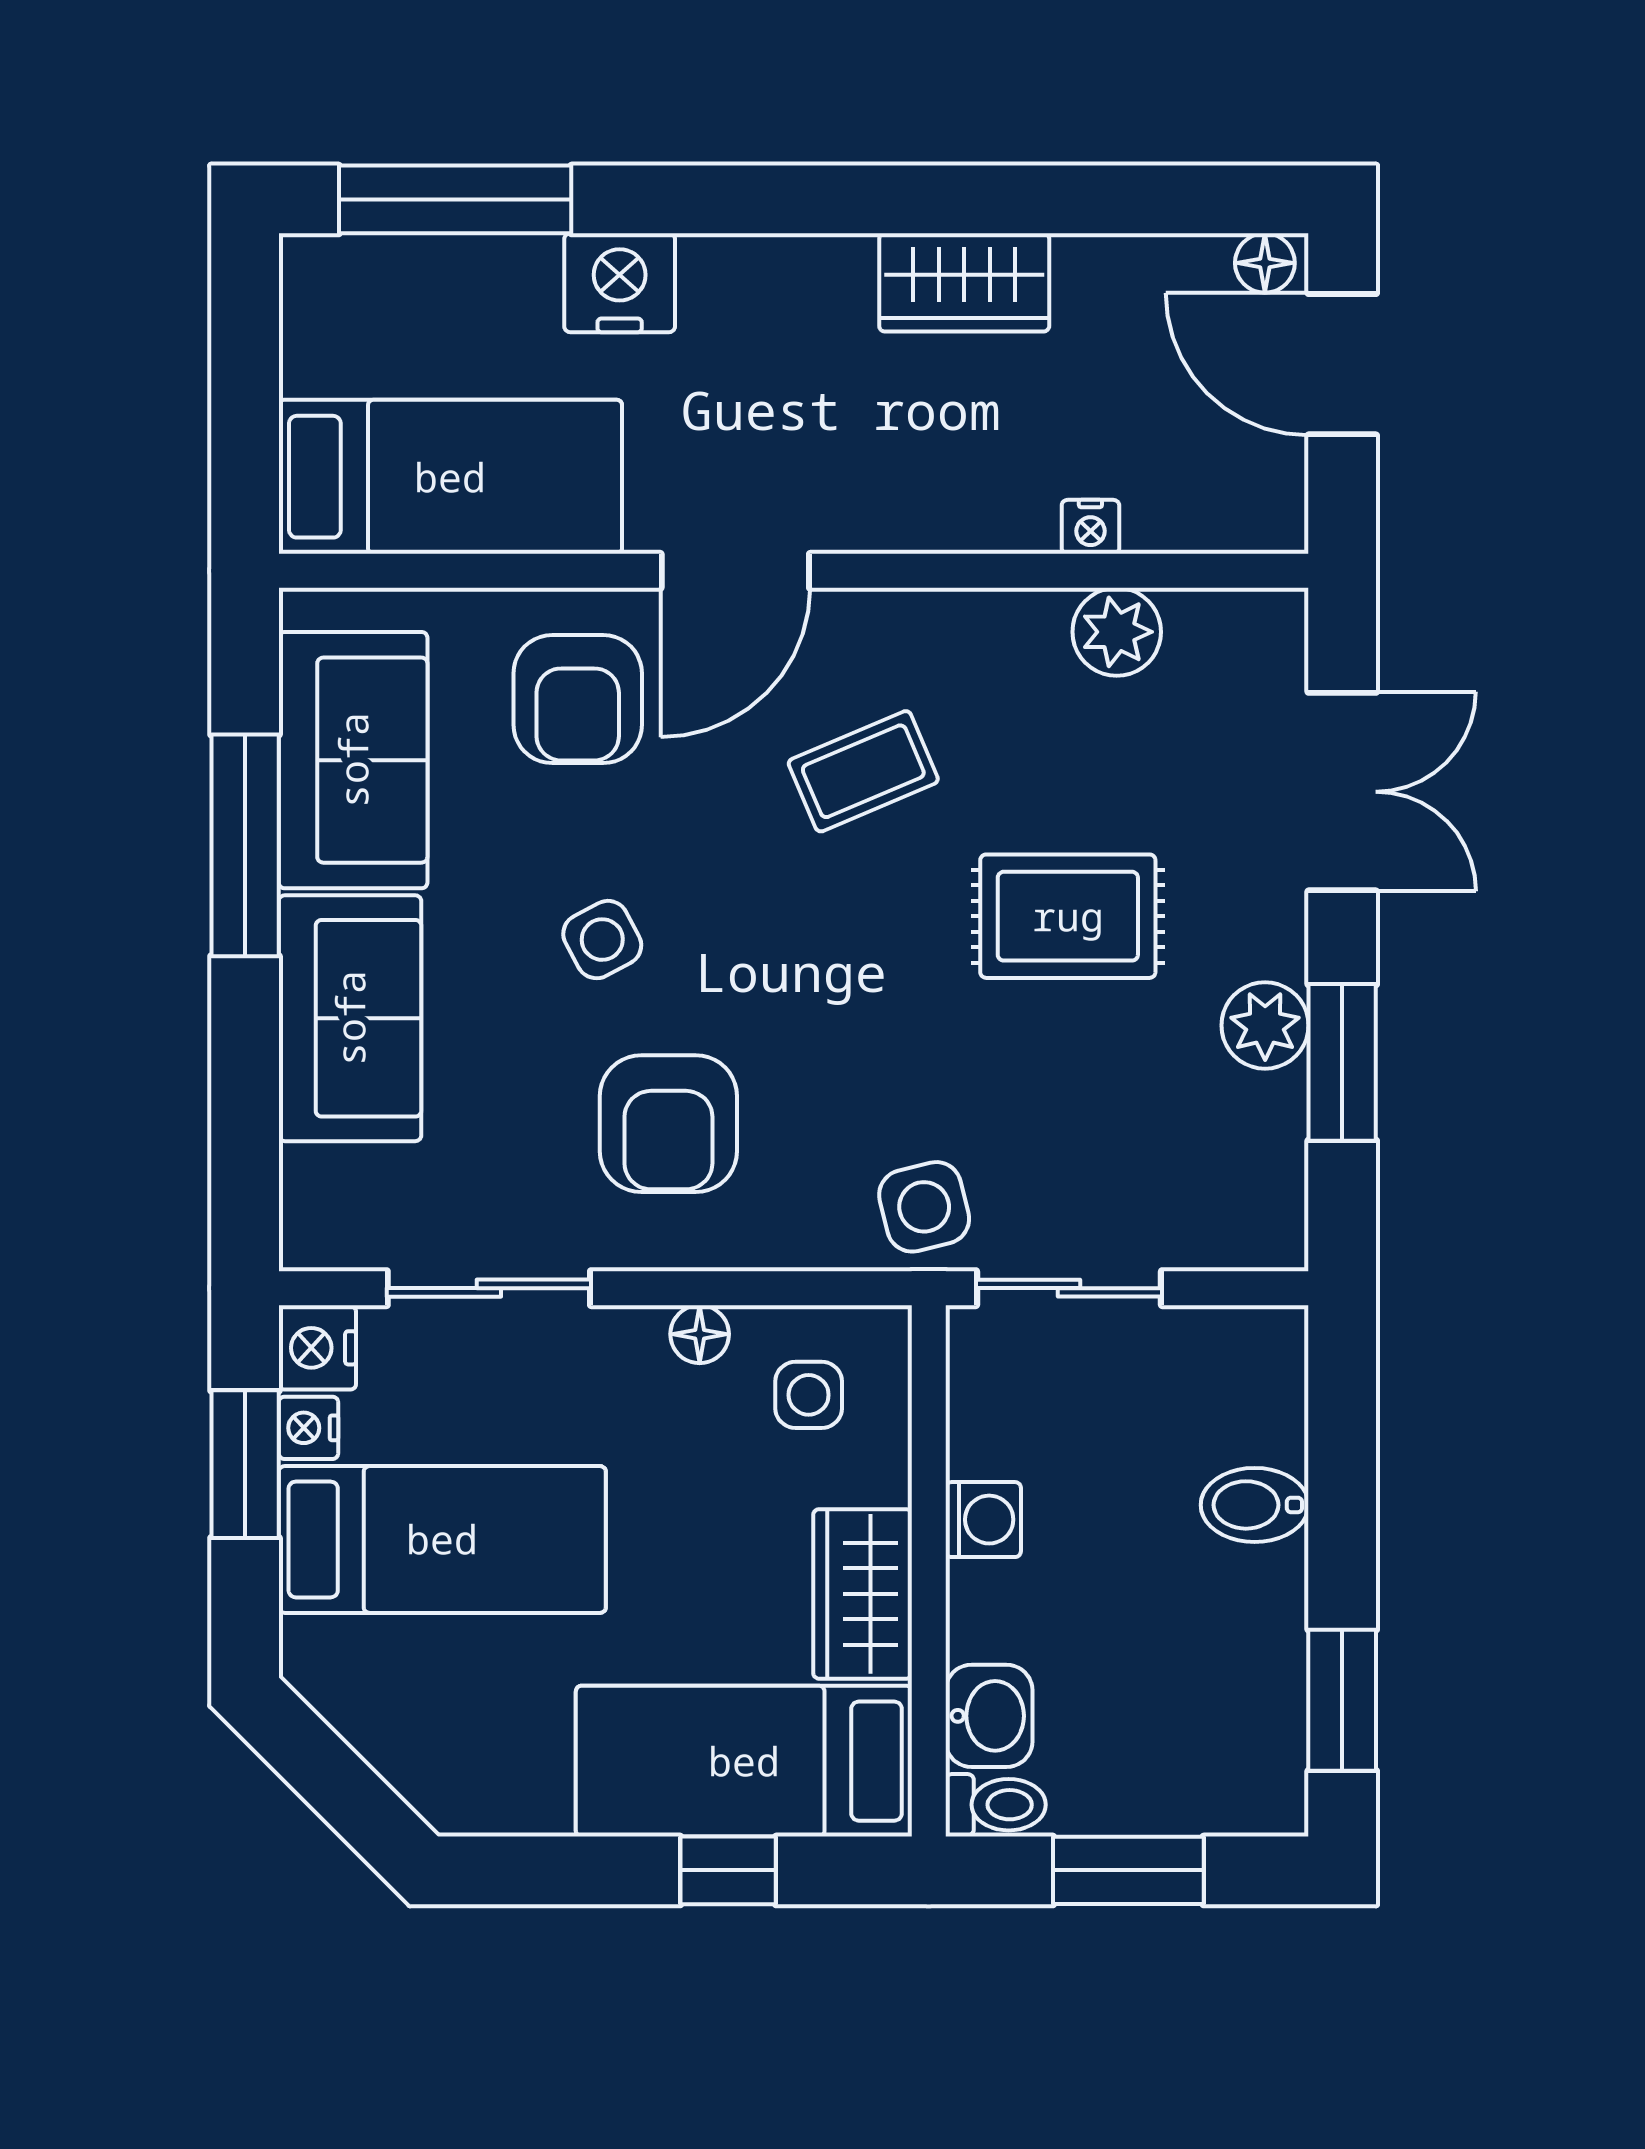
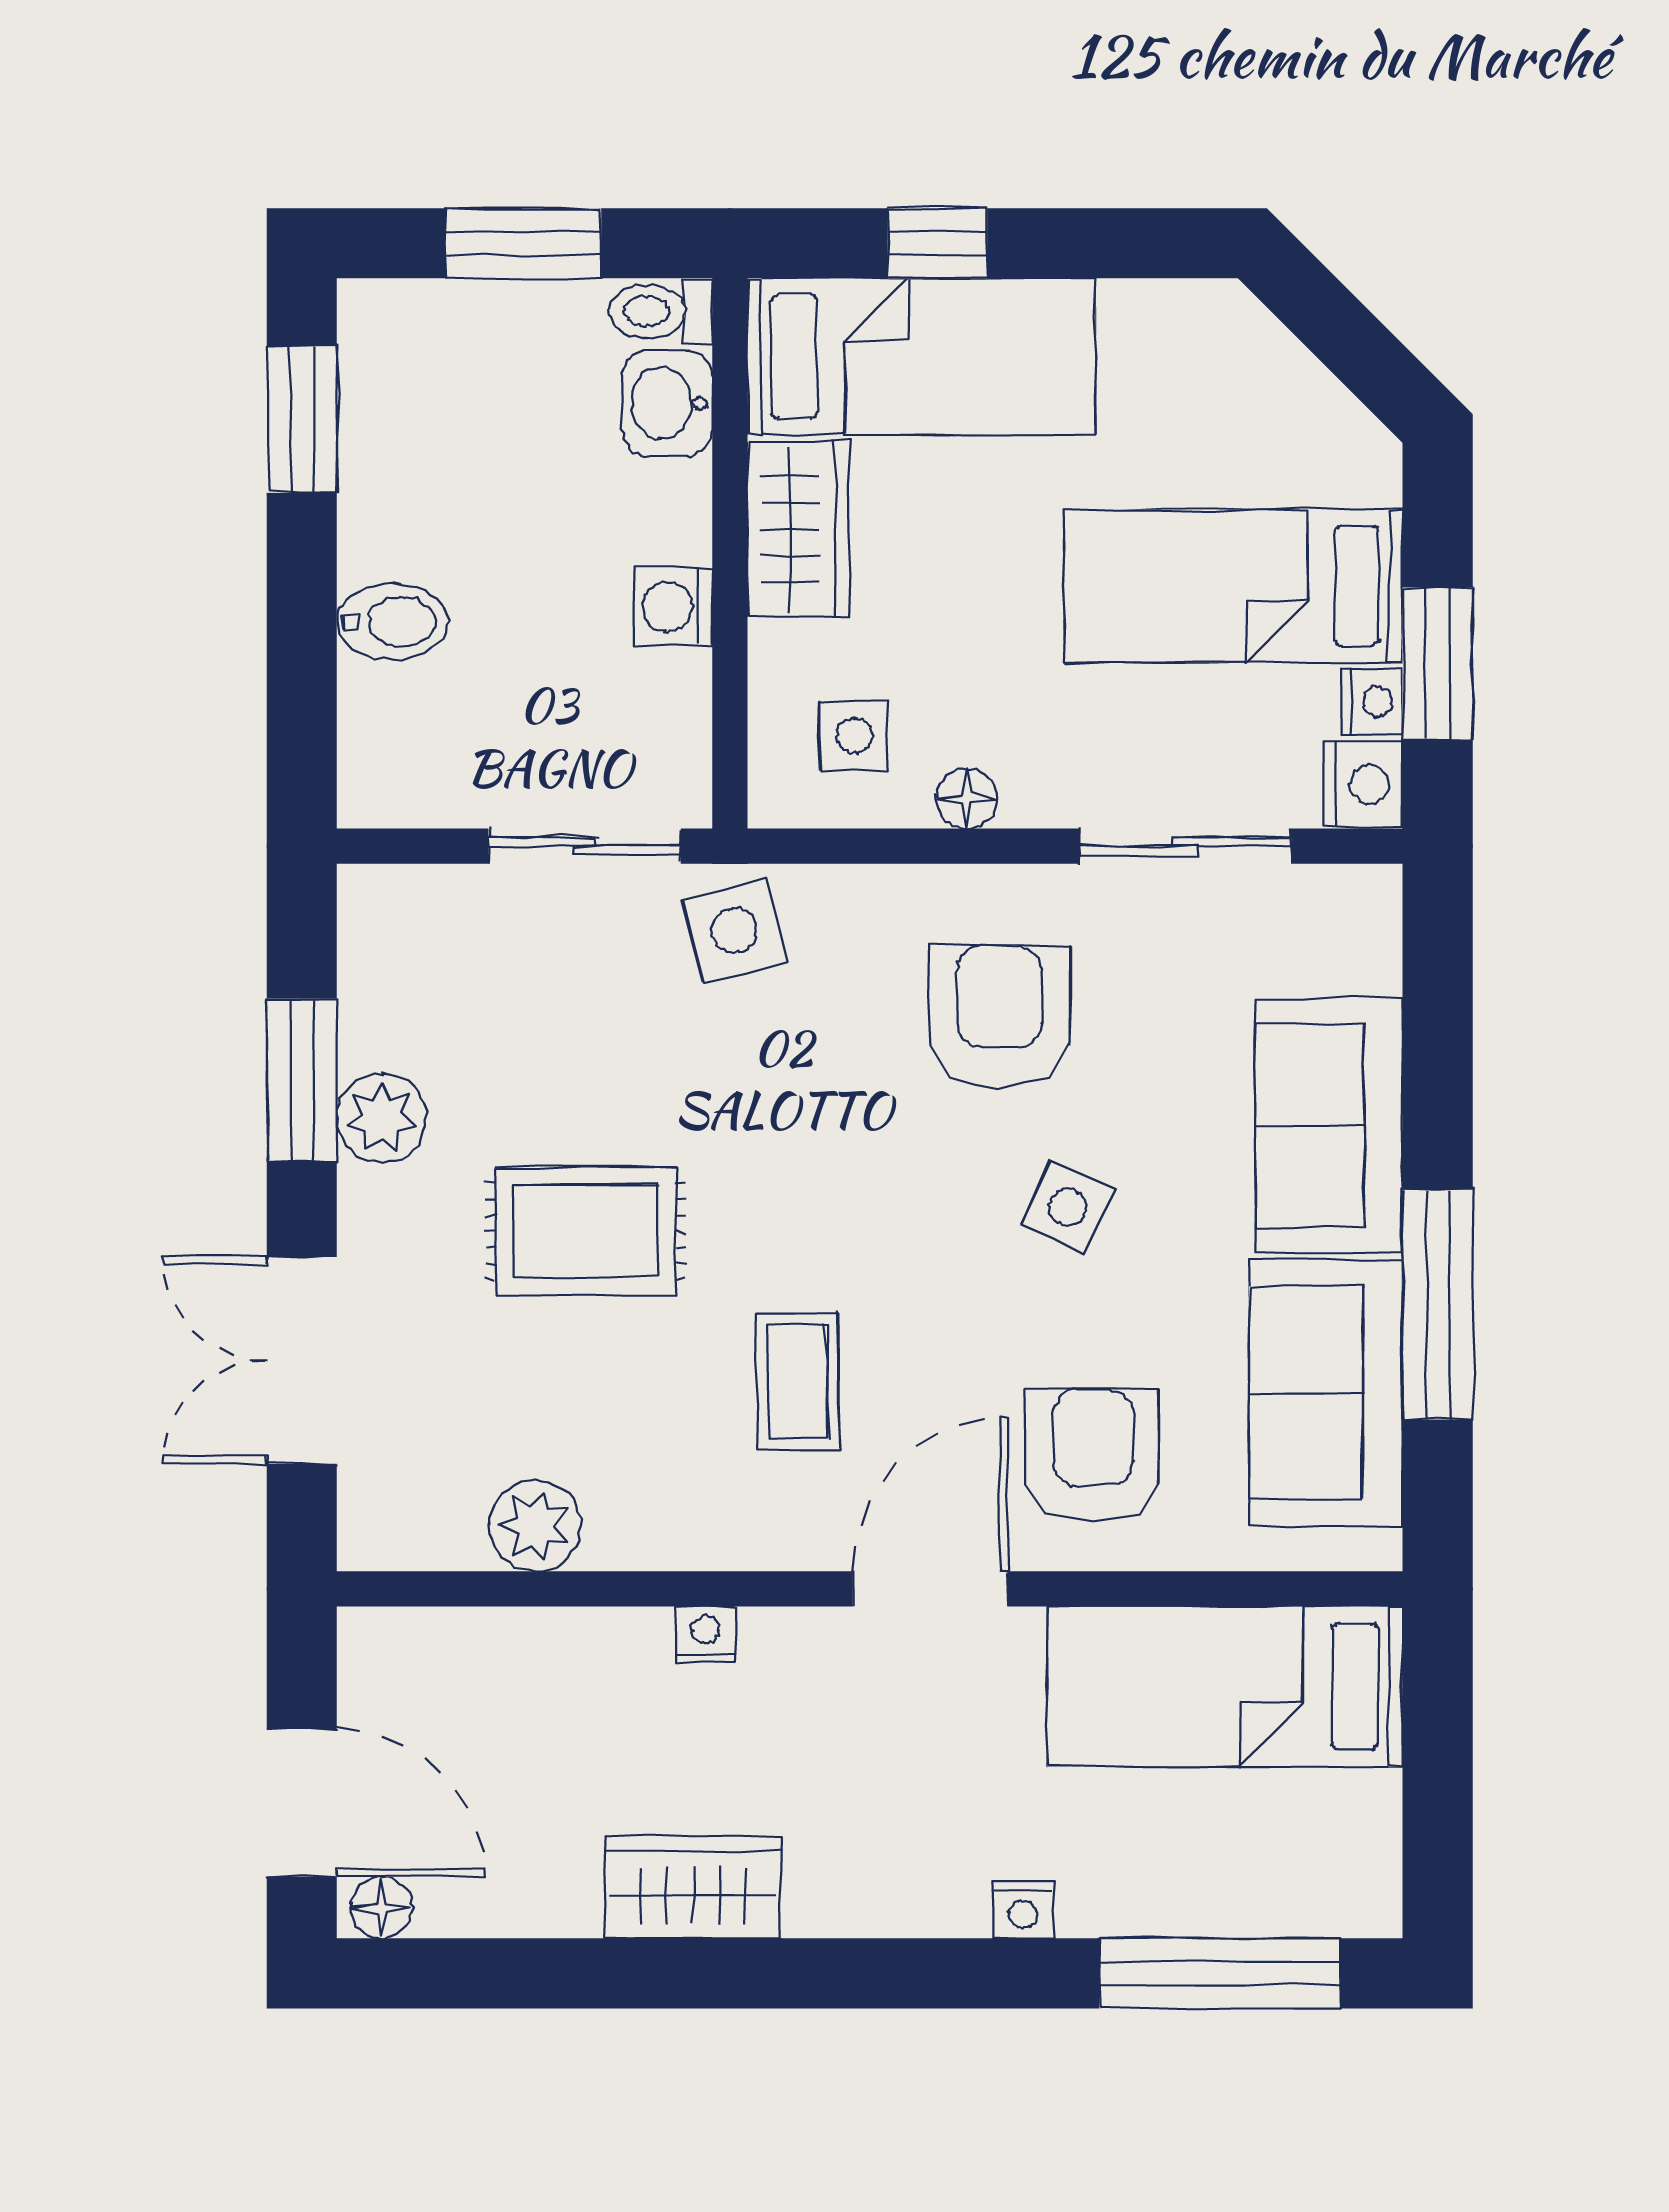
nightstand: (620, 283) -> (1023, 1910), width x0.53, depth x0.56
nightstand: (1090, 527) -> (705, 1634), moved
coffee table: (863, 771) -> (798, 1381), turned -68
side table: (602, 940) -> (1068, 1207), turned -37

